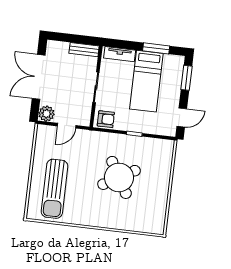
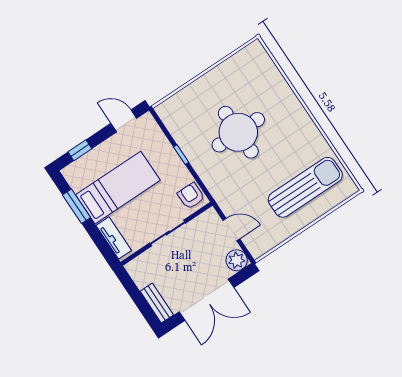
bench: (84, 50) -> (157, 303), moved
window: (187, 78) -> (80, 150), width x0.67
round table: (119, 177) -> (238, 132), turned 30

